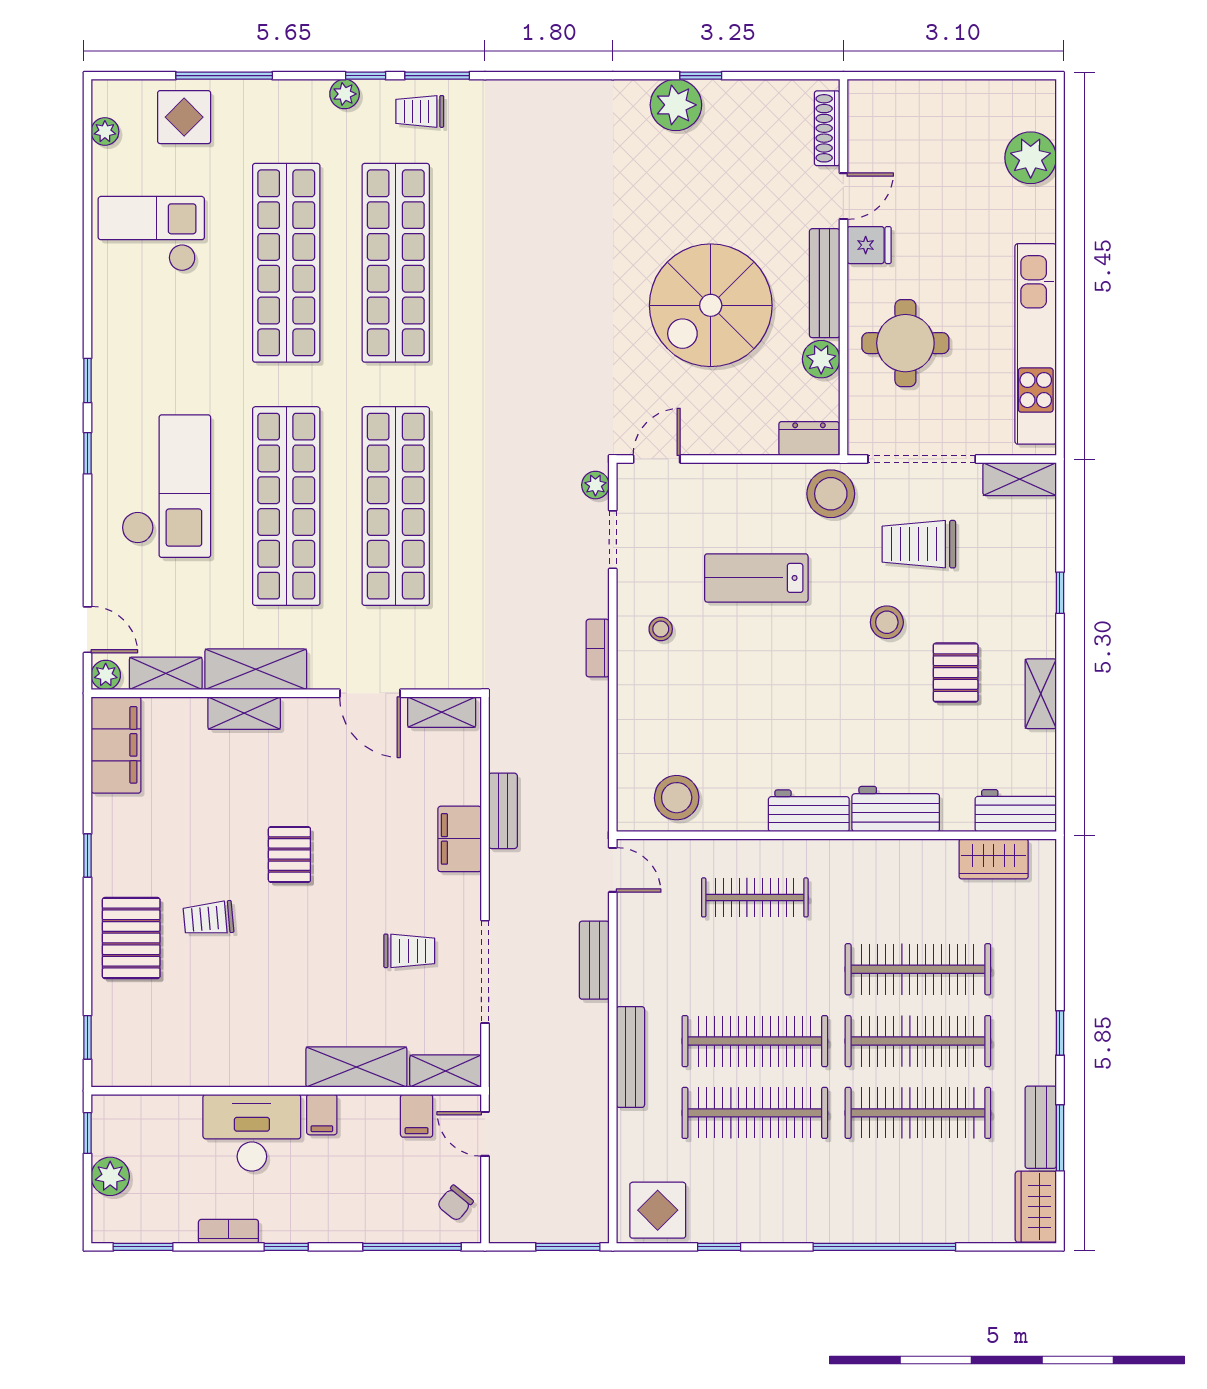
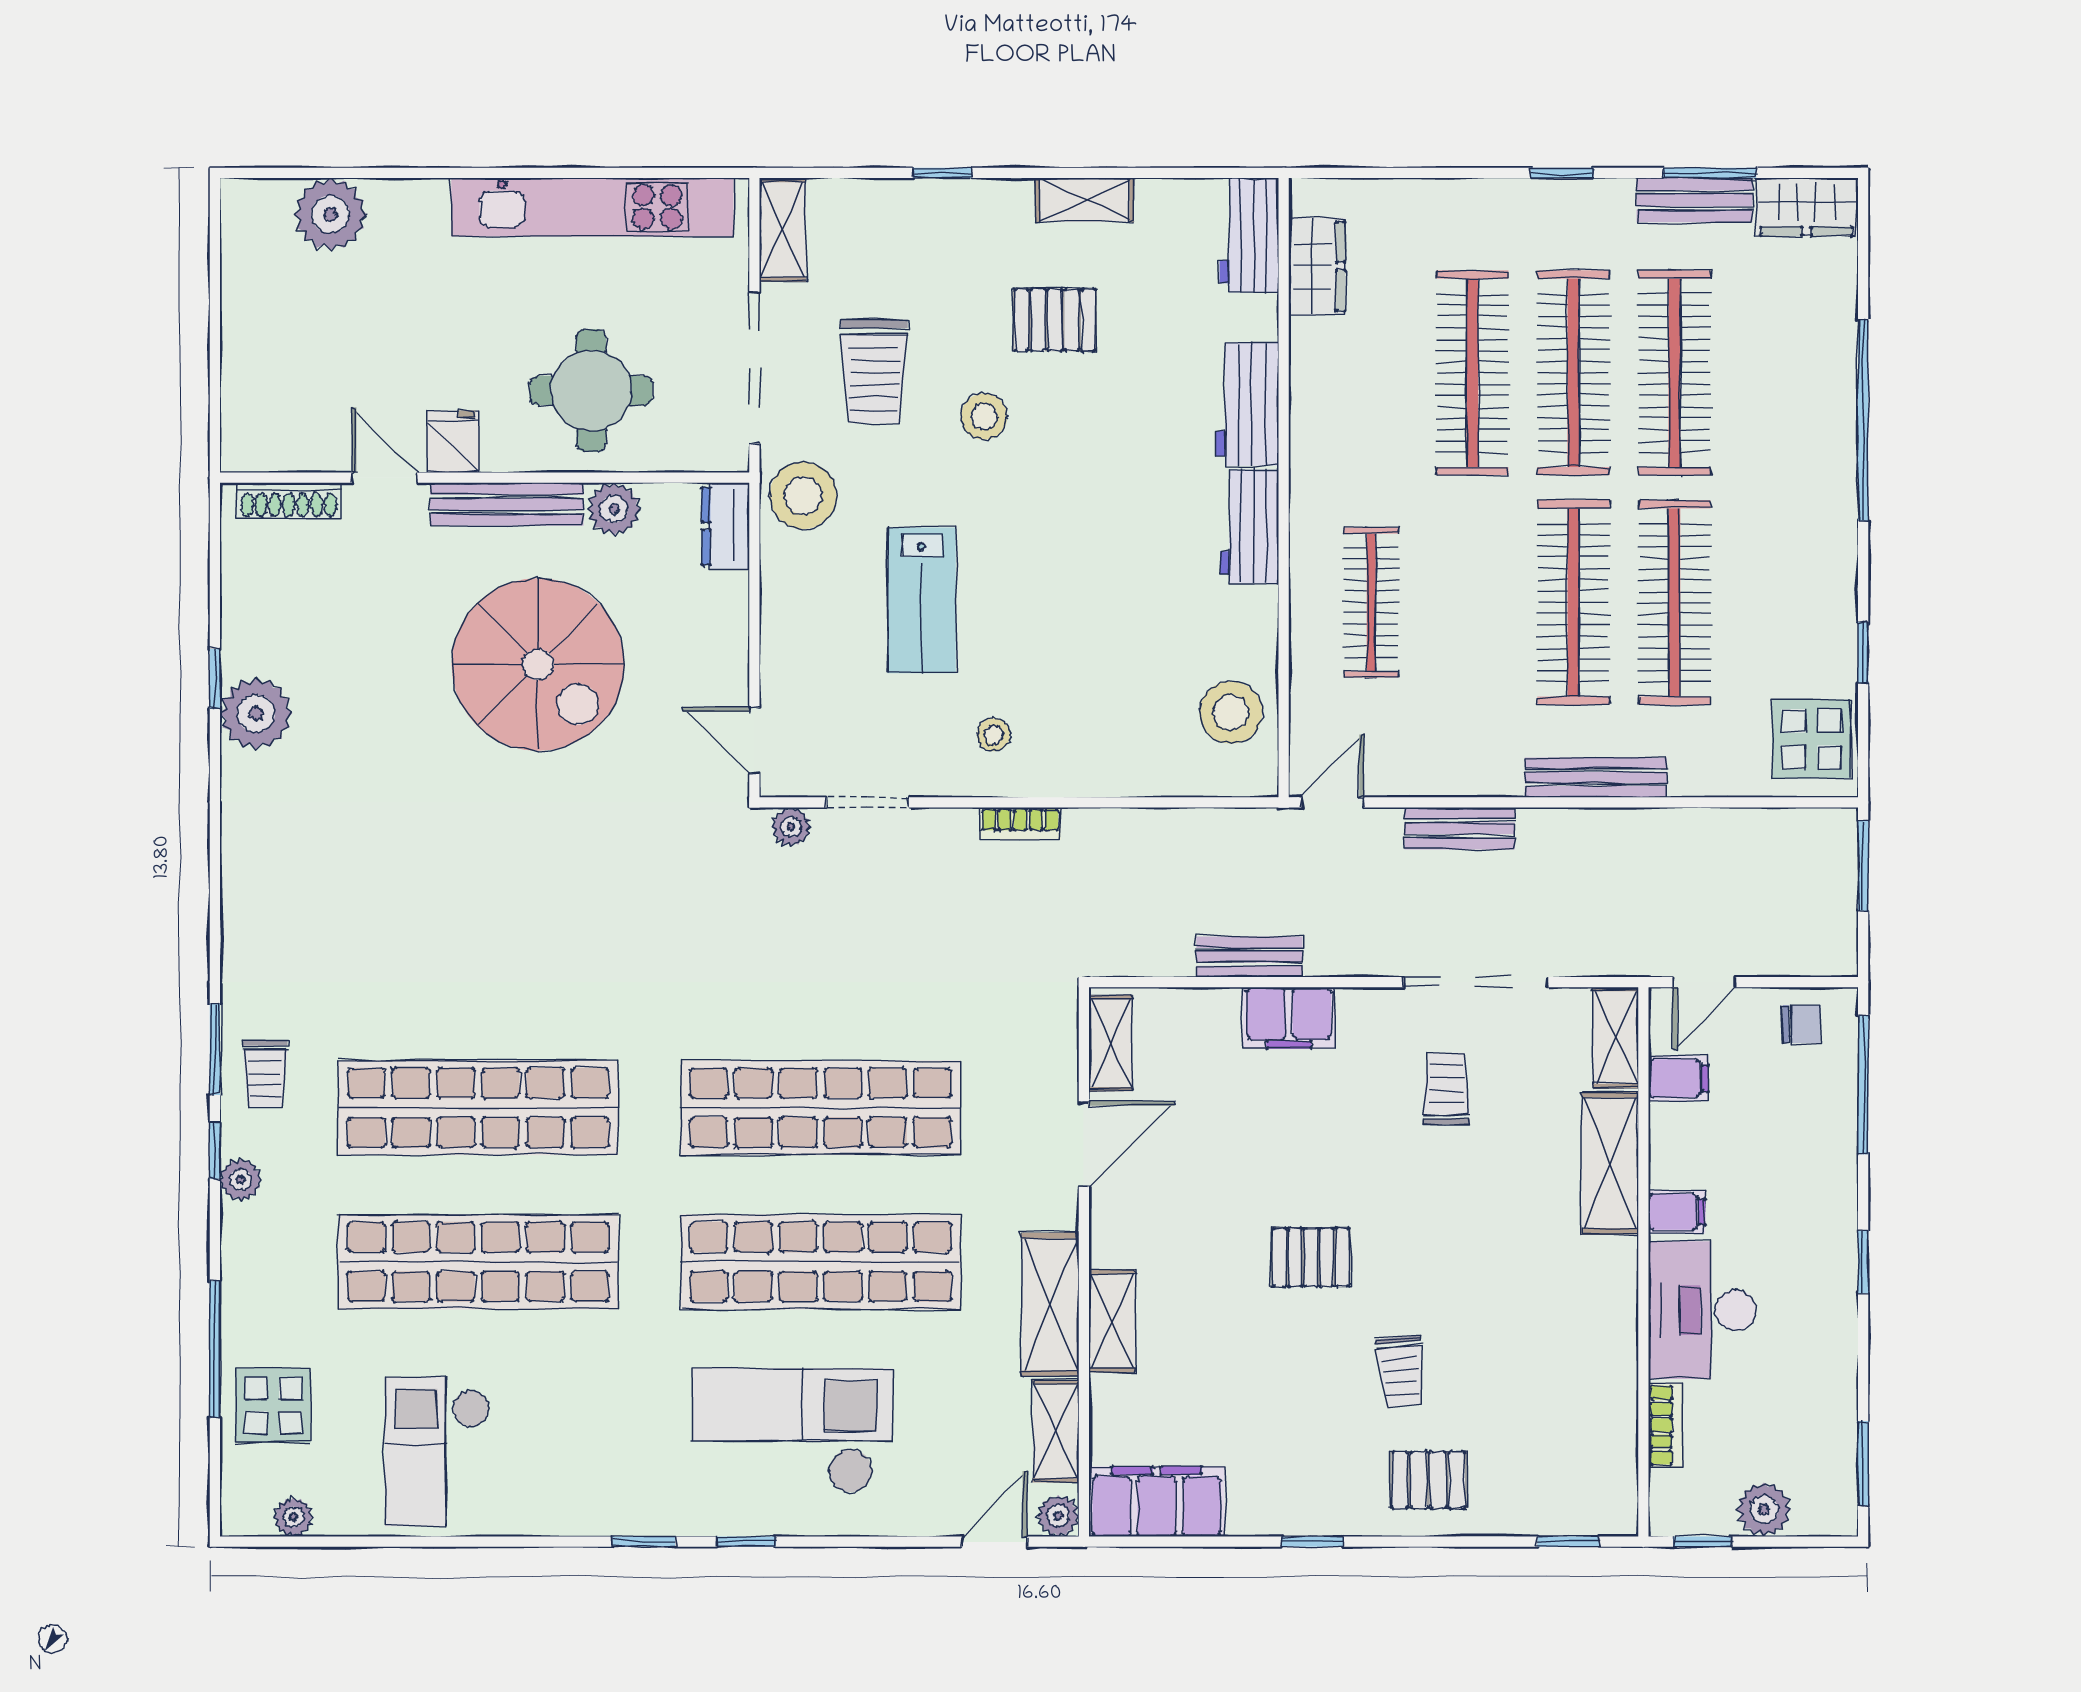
pallet: (131, 938) -> (1428, 1480), width x0.67, depth x0.71
chair: (455, 1203) -> (1801, 1024), turned -39
bookcase: (228, 1231) -> (1665, 1425), moved, turned 180

